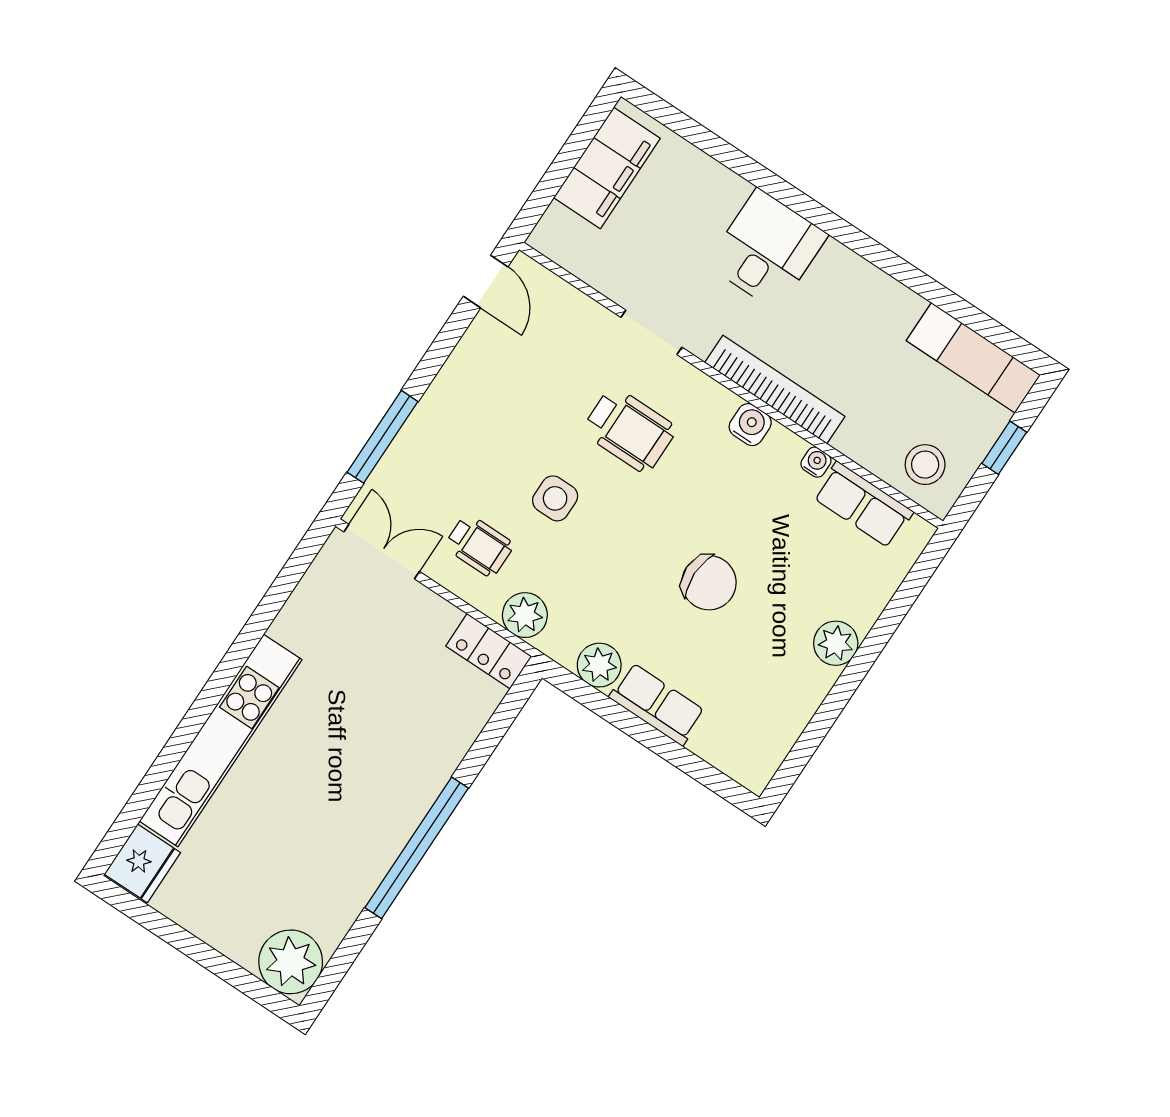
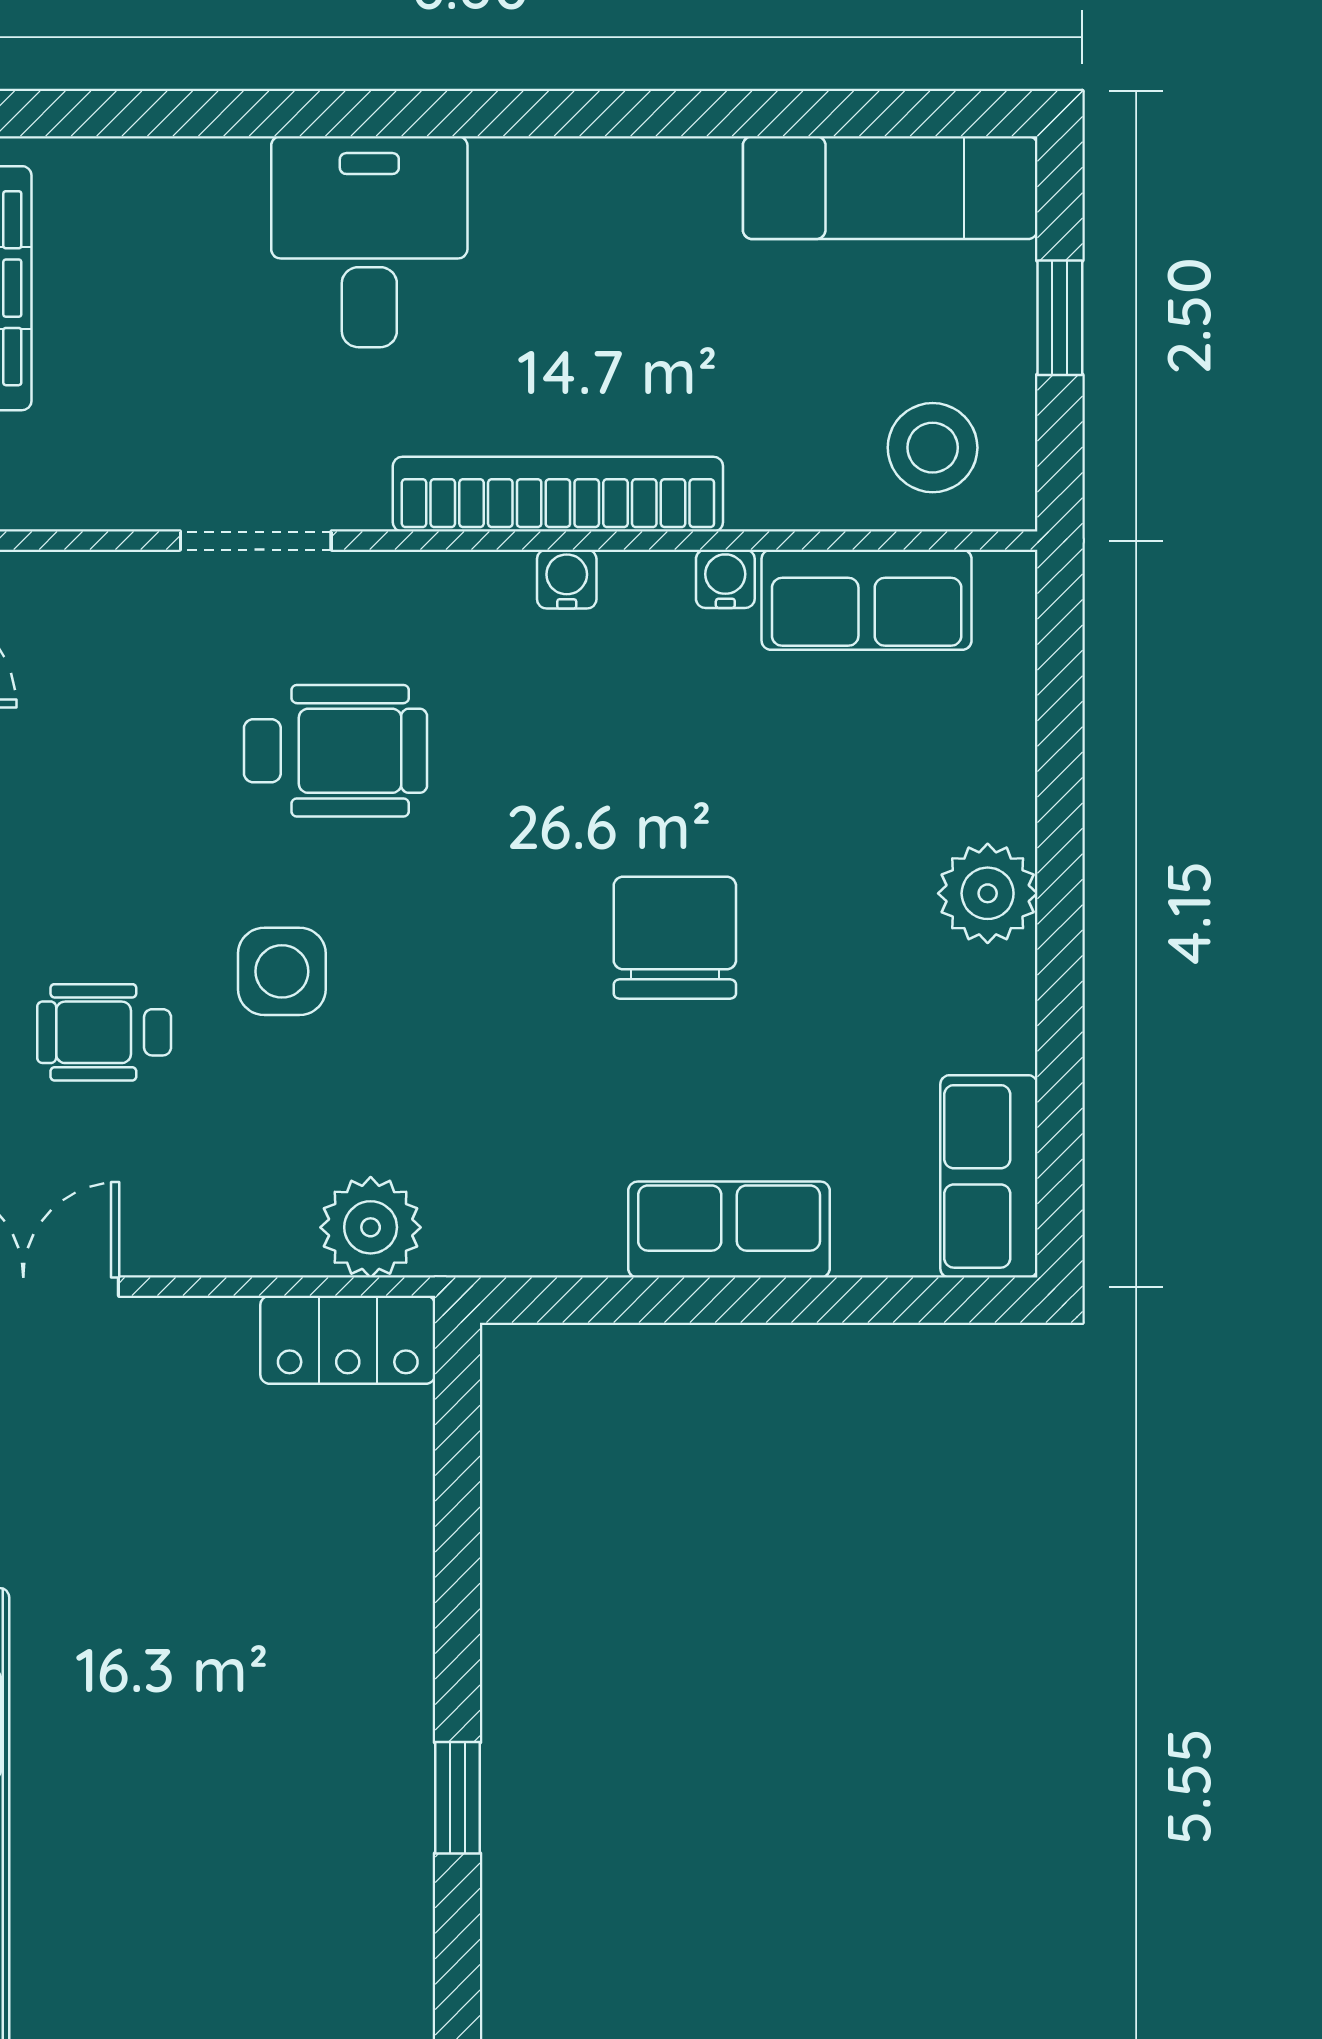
water cooler: (750, 425) -> (567, 579), width x0.72, depth x0.72
wheelchair: (479, 546) -> (104, 1032), moved, turned 180
chair: (709, 583) -> (675, 938), turned -90
plant: (599, 665) -> (572, 1228), removed
row of seats: (767, 748) -> (989, 1176), added
window: (417, 848) -> (458, 1798), width x0.32

